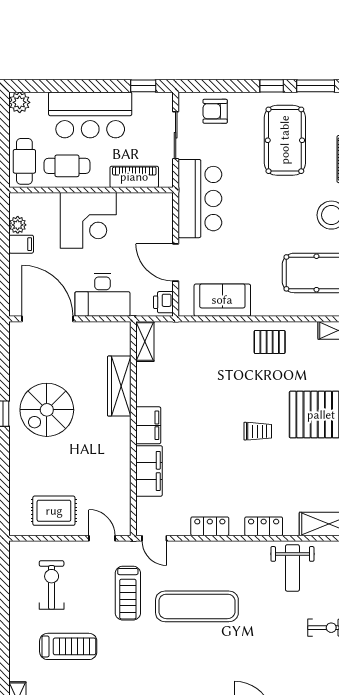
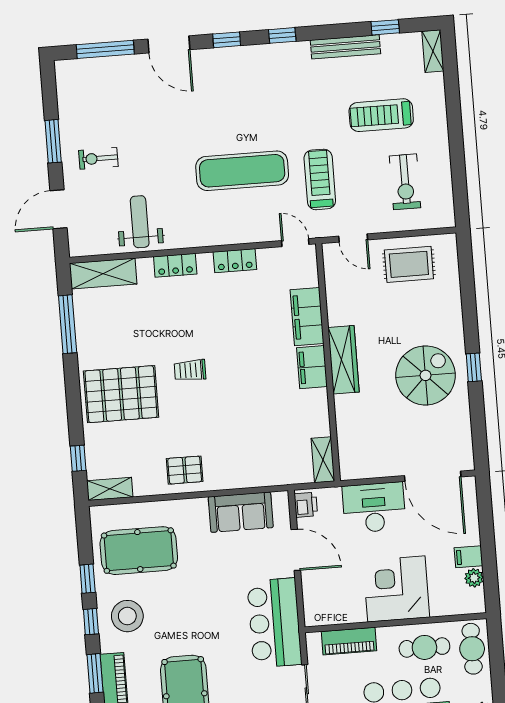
wardrobe: (119, 386) -> (344, 360), moved

